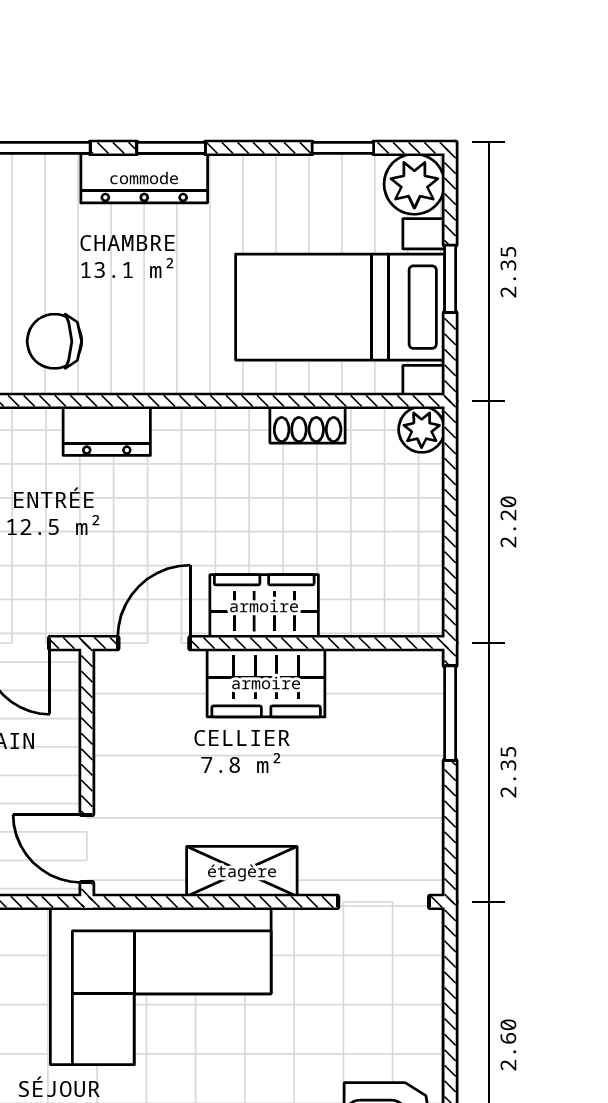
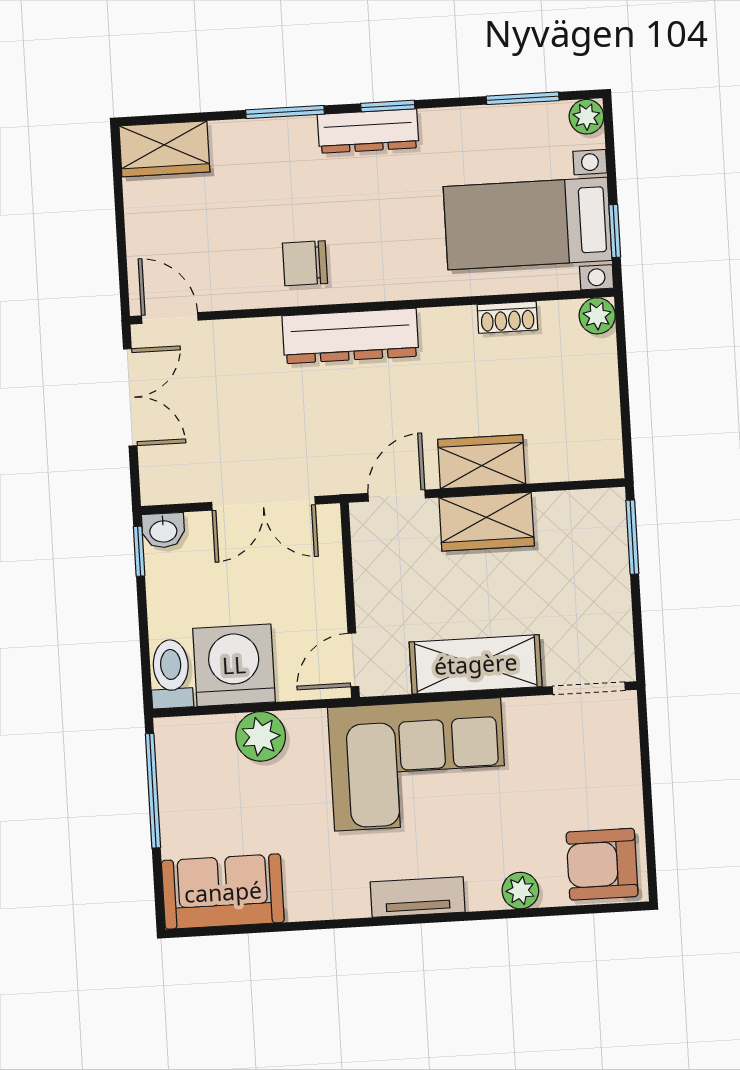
window: (343, 148) -> (523, 98), width x1.50
plant: (414, 184) -> (586, 117), width x0.73, depth x0.73
window: (450, 279) -> (615, 231), moved
dresser: (107, 431) -> (350, 336), width x1.96, depth x1.24
door: (87, 848) -> (353, 660), hinge flipped
shelving: (242, 871) -> (476, 664), width x1.50, depth x1.33

